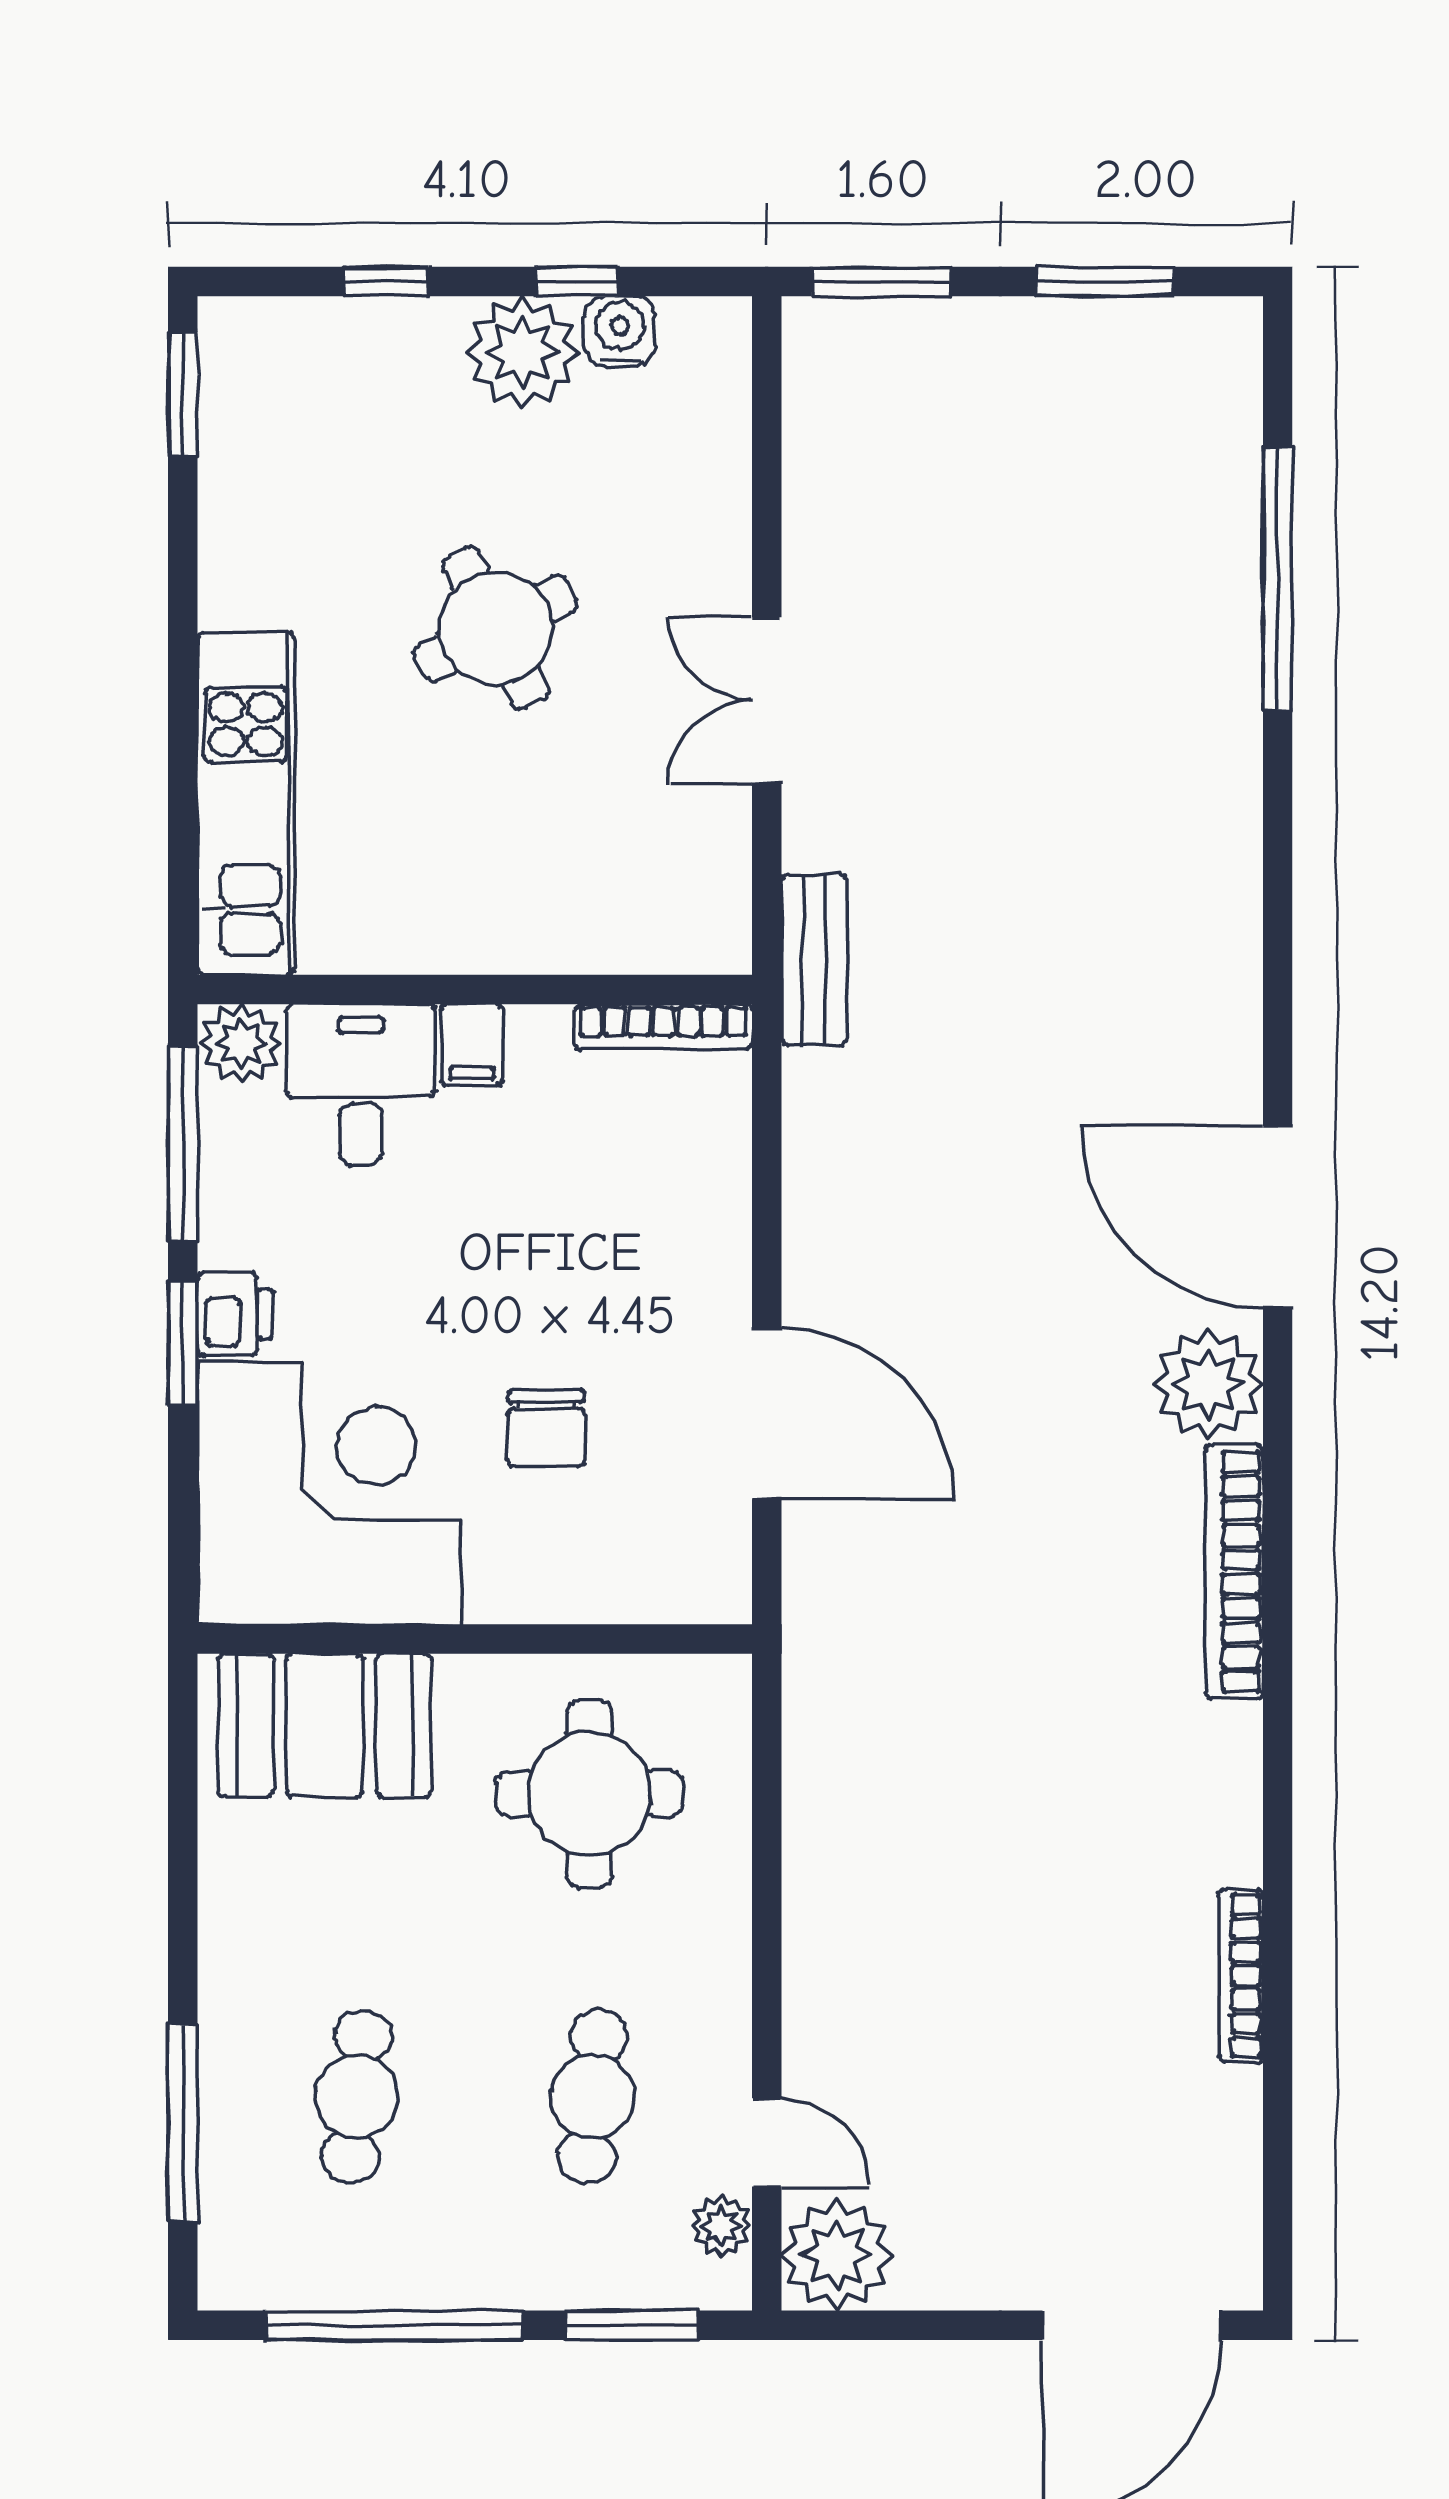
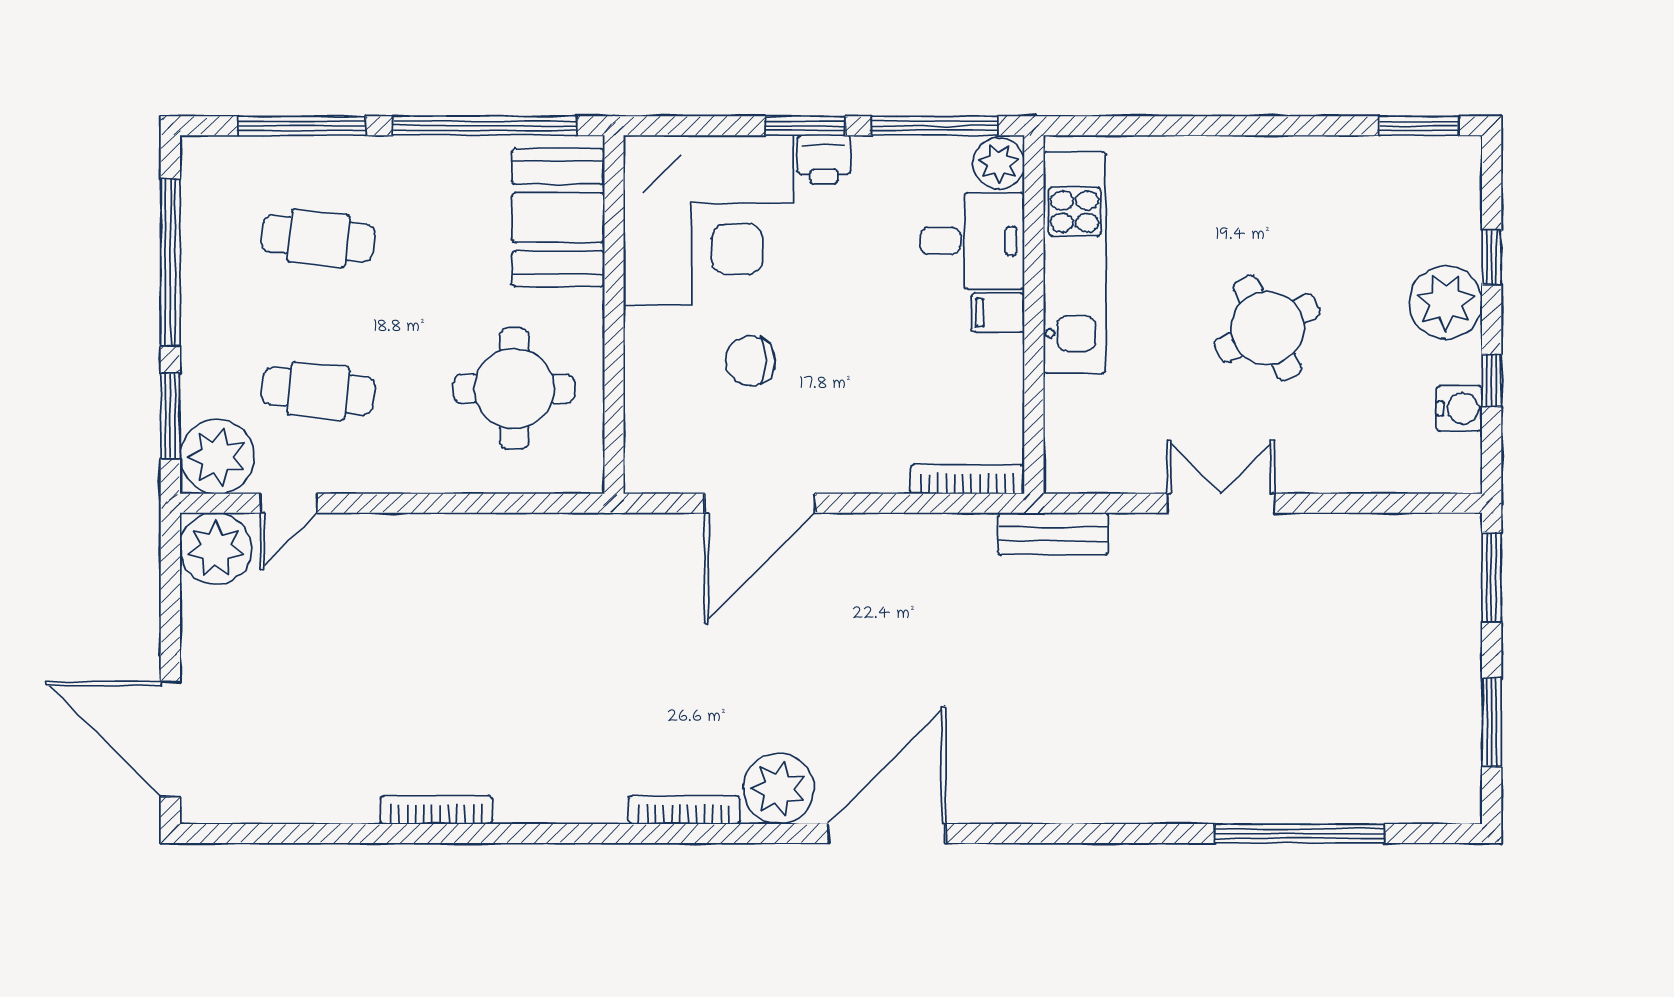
plant: (522, 352) -> (1446, 302), moved
kitchen unit: (246, 803) -> (1075, 263), moved, turned -90
bookcase: (664, 1027) -> (967, 479), moved, turned 90
bookcase: (1234, 1572) -> (684, 810), width x0.68, depth x0.76
window: (183, 1839) -> (485, 126), added
bookcase: (1241, 1976) -> (436, 810), moved
plant: (721, 2226) -> (217, 457), width x1.87, depth x1.87

